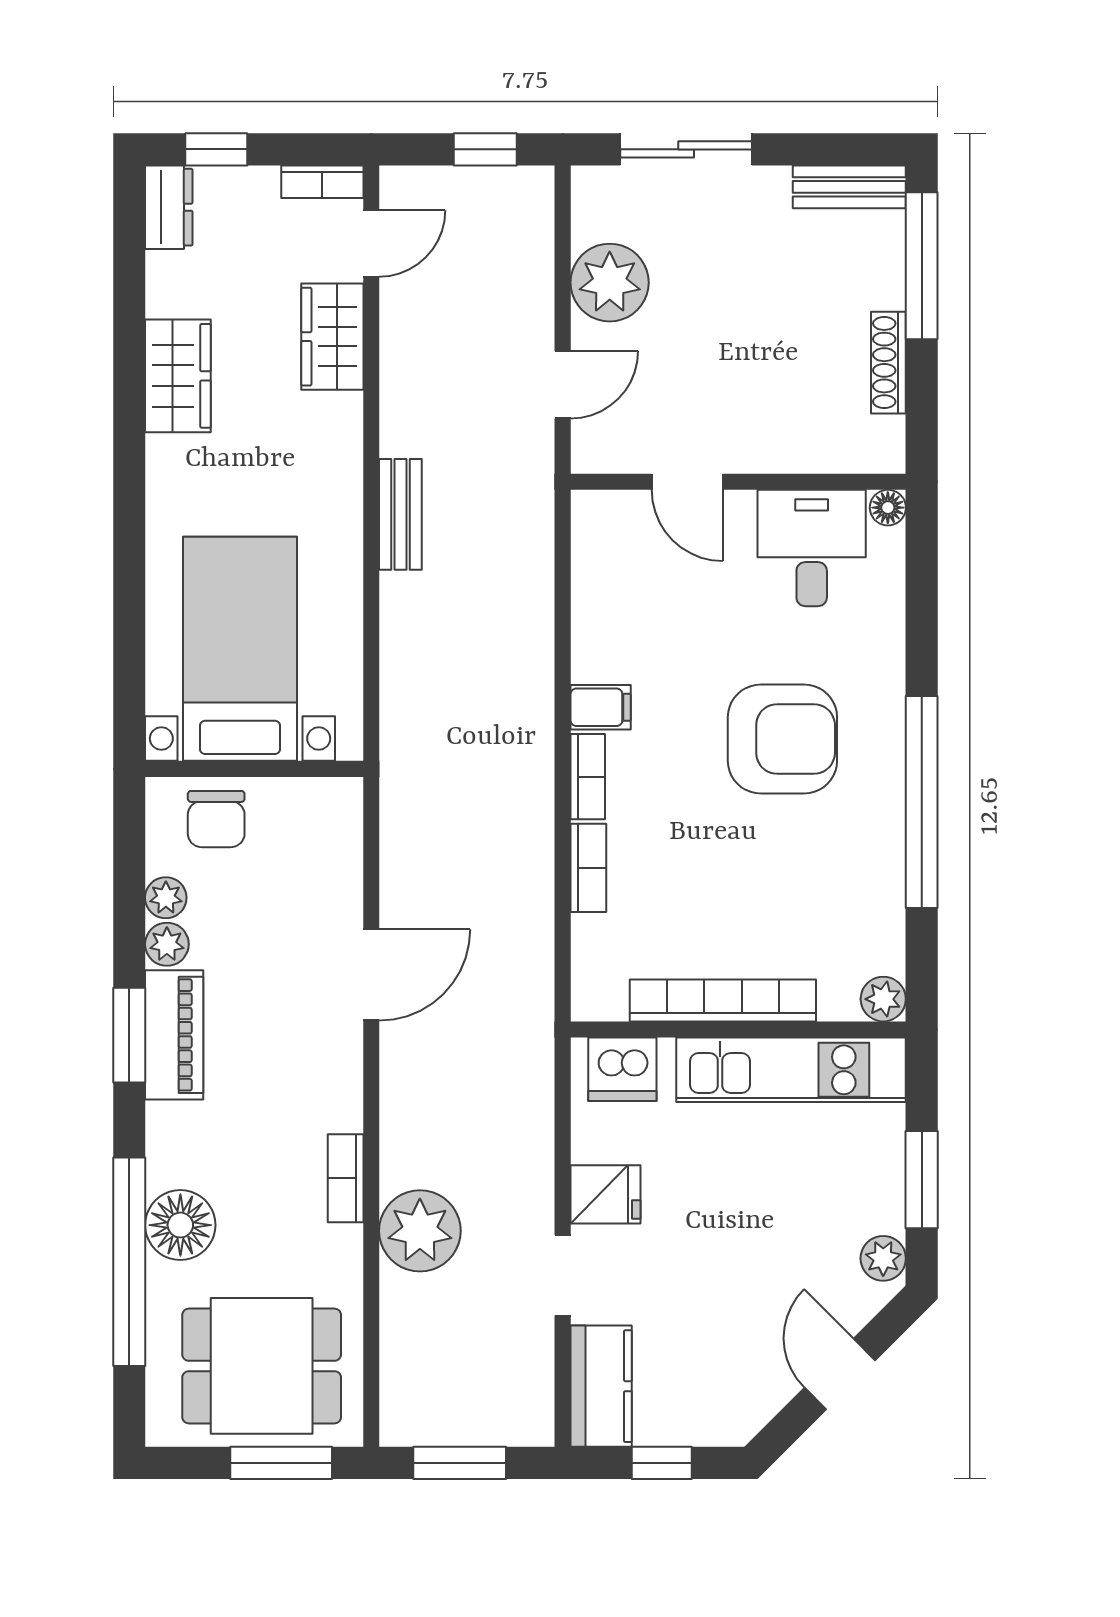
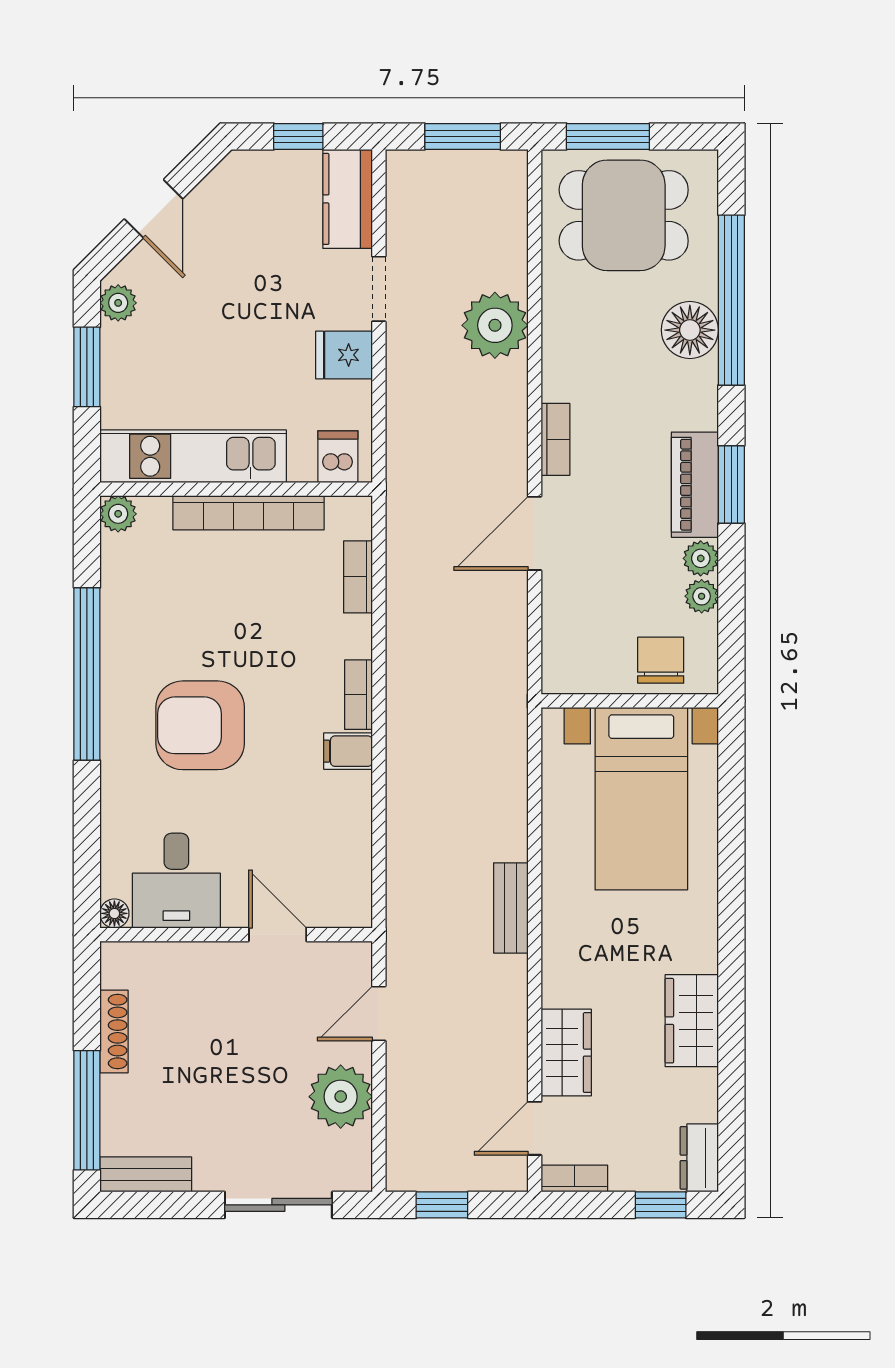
bookcase: (588, 868) -> (358, 577), moved
dishwasher: (622, 1069) -> (338, 457), width x0.73
bookcase: (346, 1178) -> (555, 439), moved

